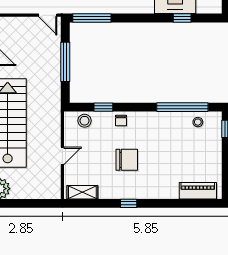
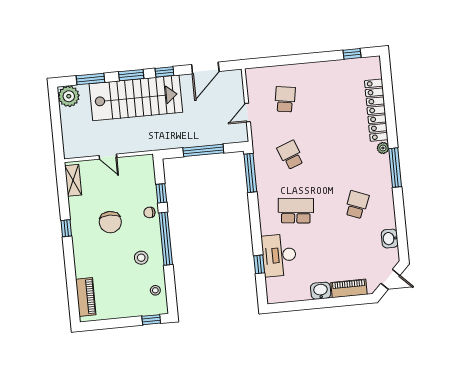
door: (48, 15) -> (247, 113), moved
window: (182, 107) -> (166, 239), moved
stool: (85, 121) -> (141, 258), moved

